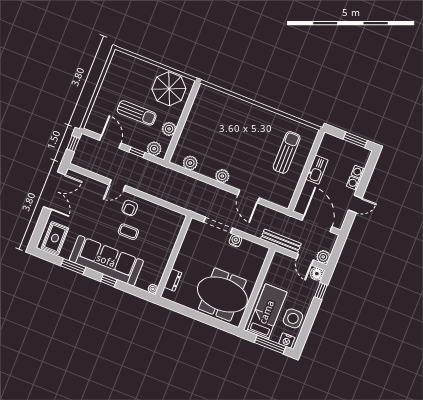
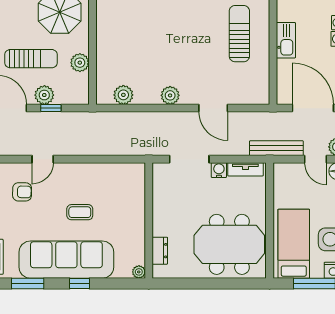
plant: (154, 149) -> (44, 95), moved
armchair: (130, 208) -> (22, 192), moved, turned -89
tv unit: (254, 247) -> (245, 169), added

